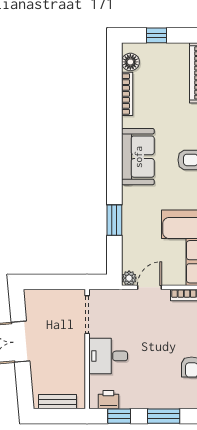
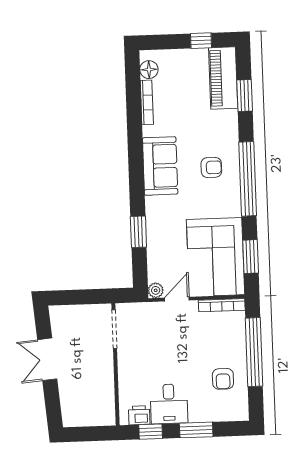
window: (157, 35) -> (201, 41), moved
desk: (108, 356) -> (169, 404), moved, turned -90
bench: (58, 402) -> (87, 419), removed

